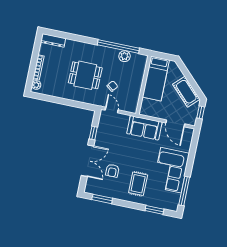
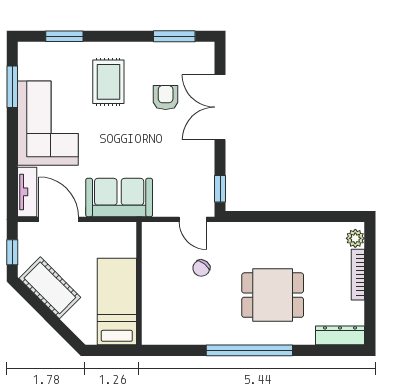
window: (118, 47) -> (249, 350), moved
plant: (124, 56) -> (189, 333), removed
dining table: (85, 75) -> (273, 295), moved
window: (93, 133) -> (220, 189), moved
tv unit: (188, 140) -> (27, 192), added
window: (184, 191) -> (12, 87), width x0.69

